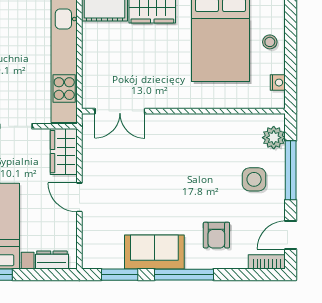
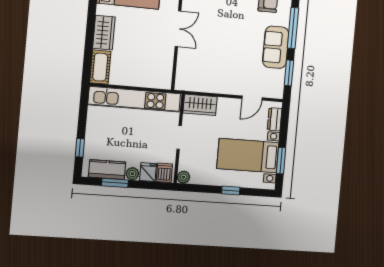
double door: (120, 111) -> (178, 29), moved
door: (79, 197) -> (252, 98), moved

